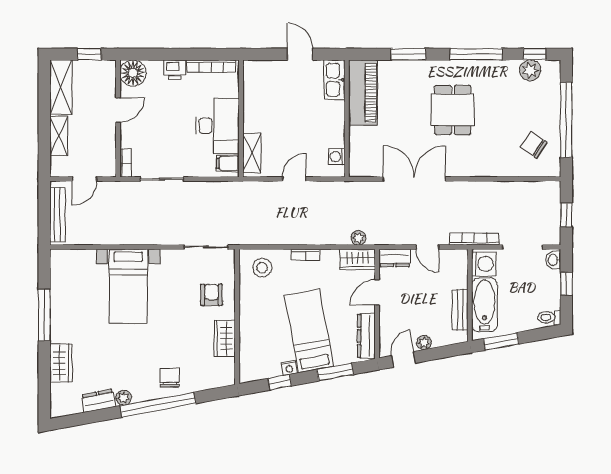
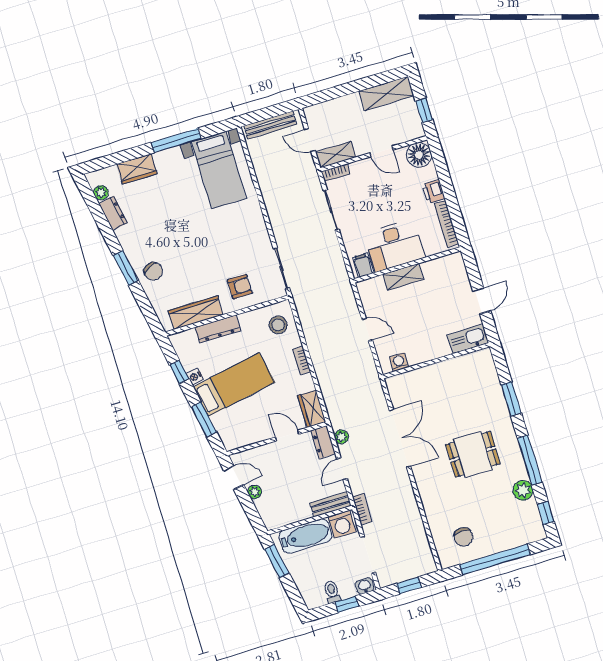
plant: (530, 70) -> (523, 490), moved
piano: (363, 93) -> (464, 368), removed
shelving: (59, 136) -> (336, 155), moved
chair: (534, 145) -> (463, 537), turned 146
shelving: (252, 153) -> (403, 277), moved
plant: (358, 238) -> (341, 437), moved
bookcase: (474, 239) -> (362, 509), width x0.64
bed with nightstands: (128, 286) -> (219, 170), moved, turned -90
bench: (460, 310) -> (330, 504), moved
toilet: (549, 317) -> (332, 592), moved
dresser: (366, 336) -> (218, 329), moved, turned 180
wardrobe: (225, 338) -> (196, 313), width x1.50
chair: (170, 378) -> (153, 271), turned 60
plant: (124, 398) -> (101, 193), moved
window: (158, 405) -> (126, 268), width x0.47

